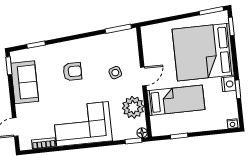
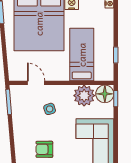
armchair: (72, 72) -> (44, 149), turned -90
door: (143, 76) -> (36, 83), moved
floor lamp: (142, 133) -> (105, 94), width x1.89, depth x1.89

